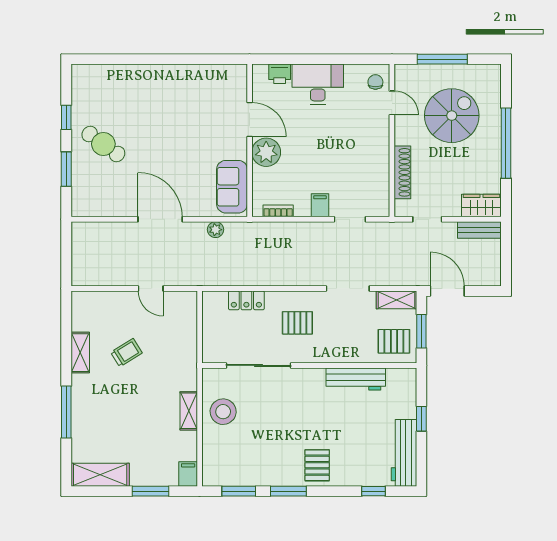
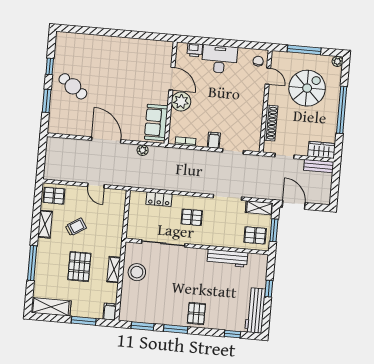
plant: (493, 72) -> (337, 61), added
pallet: (90, 309) -> (54, 196), added
pallet: (137, 411) -> (79, 267), added

